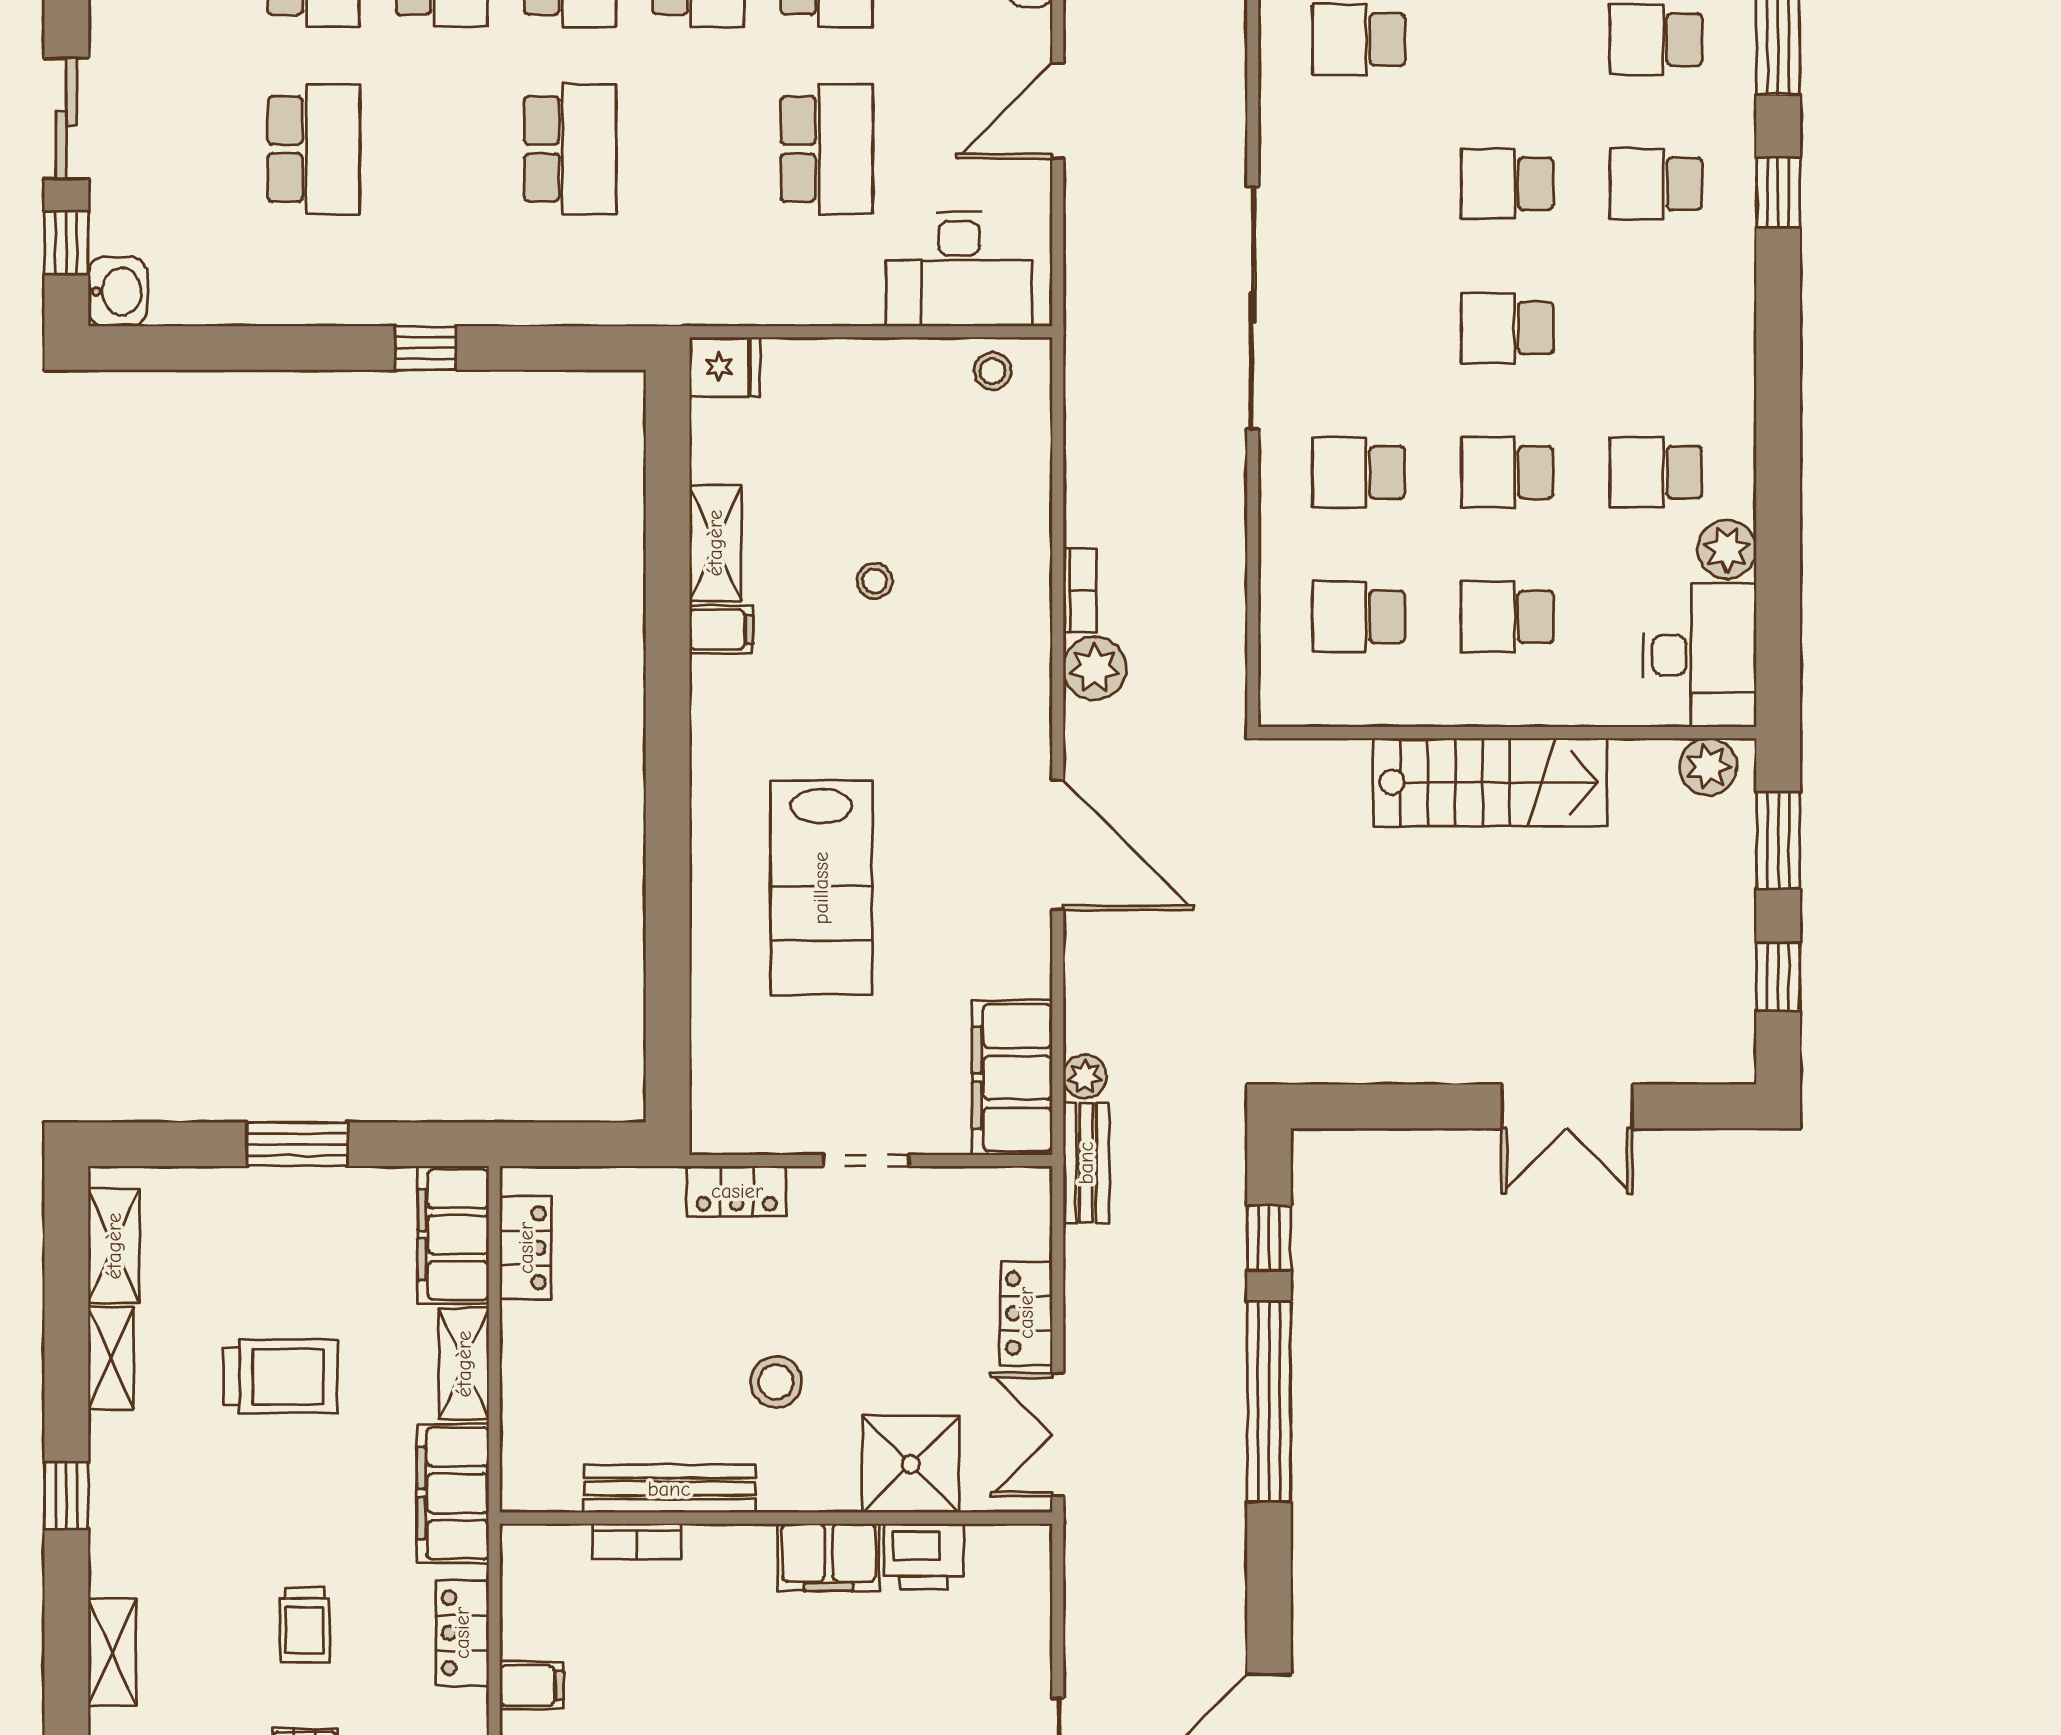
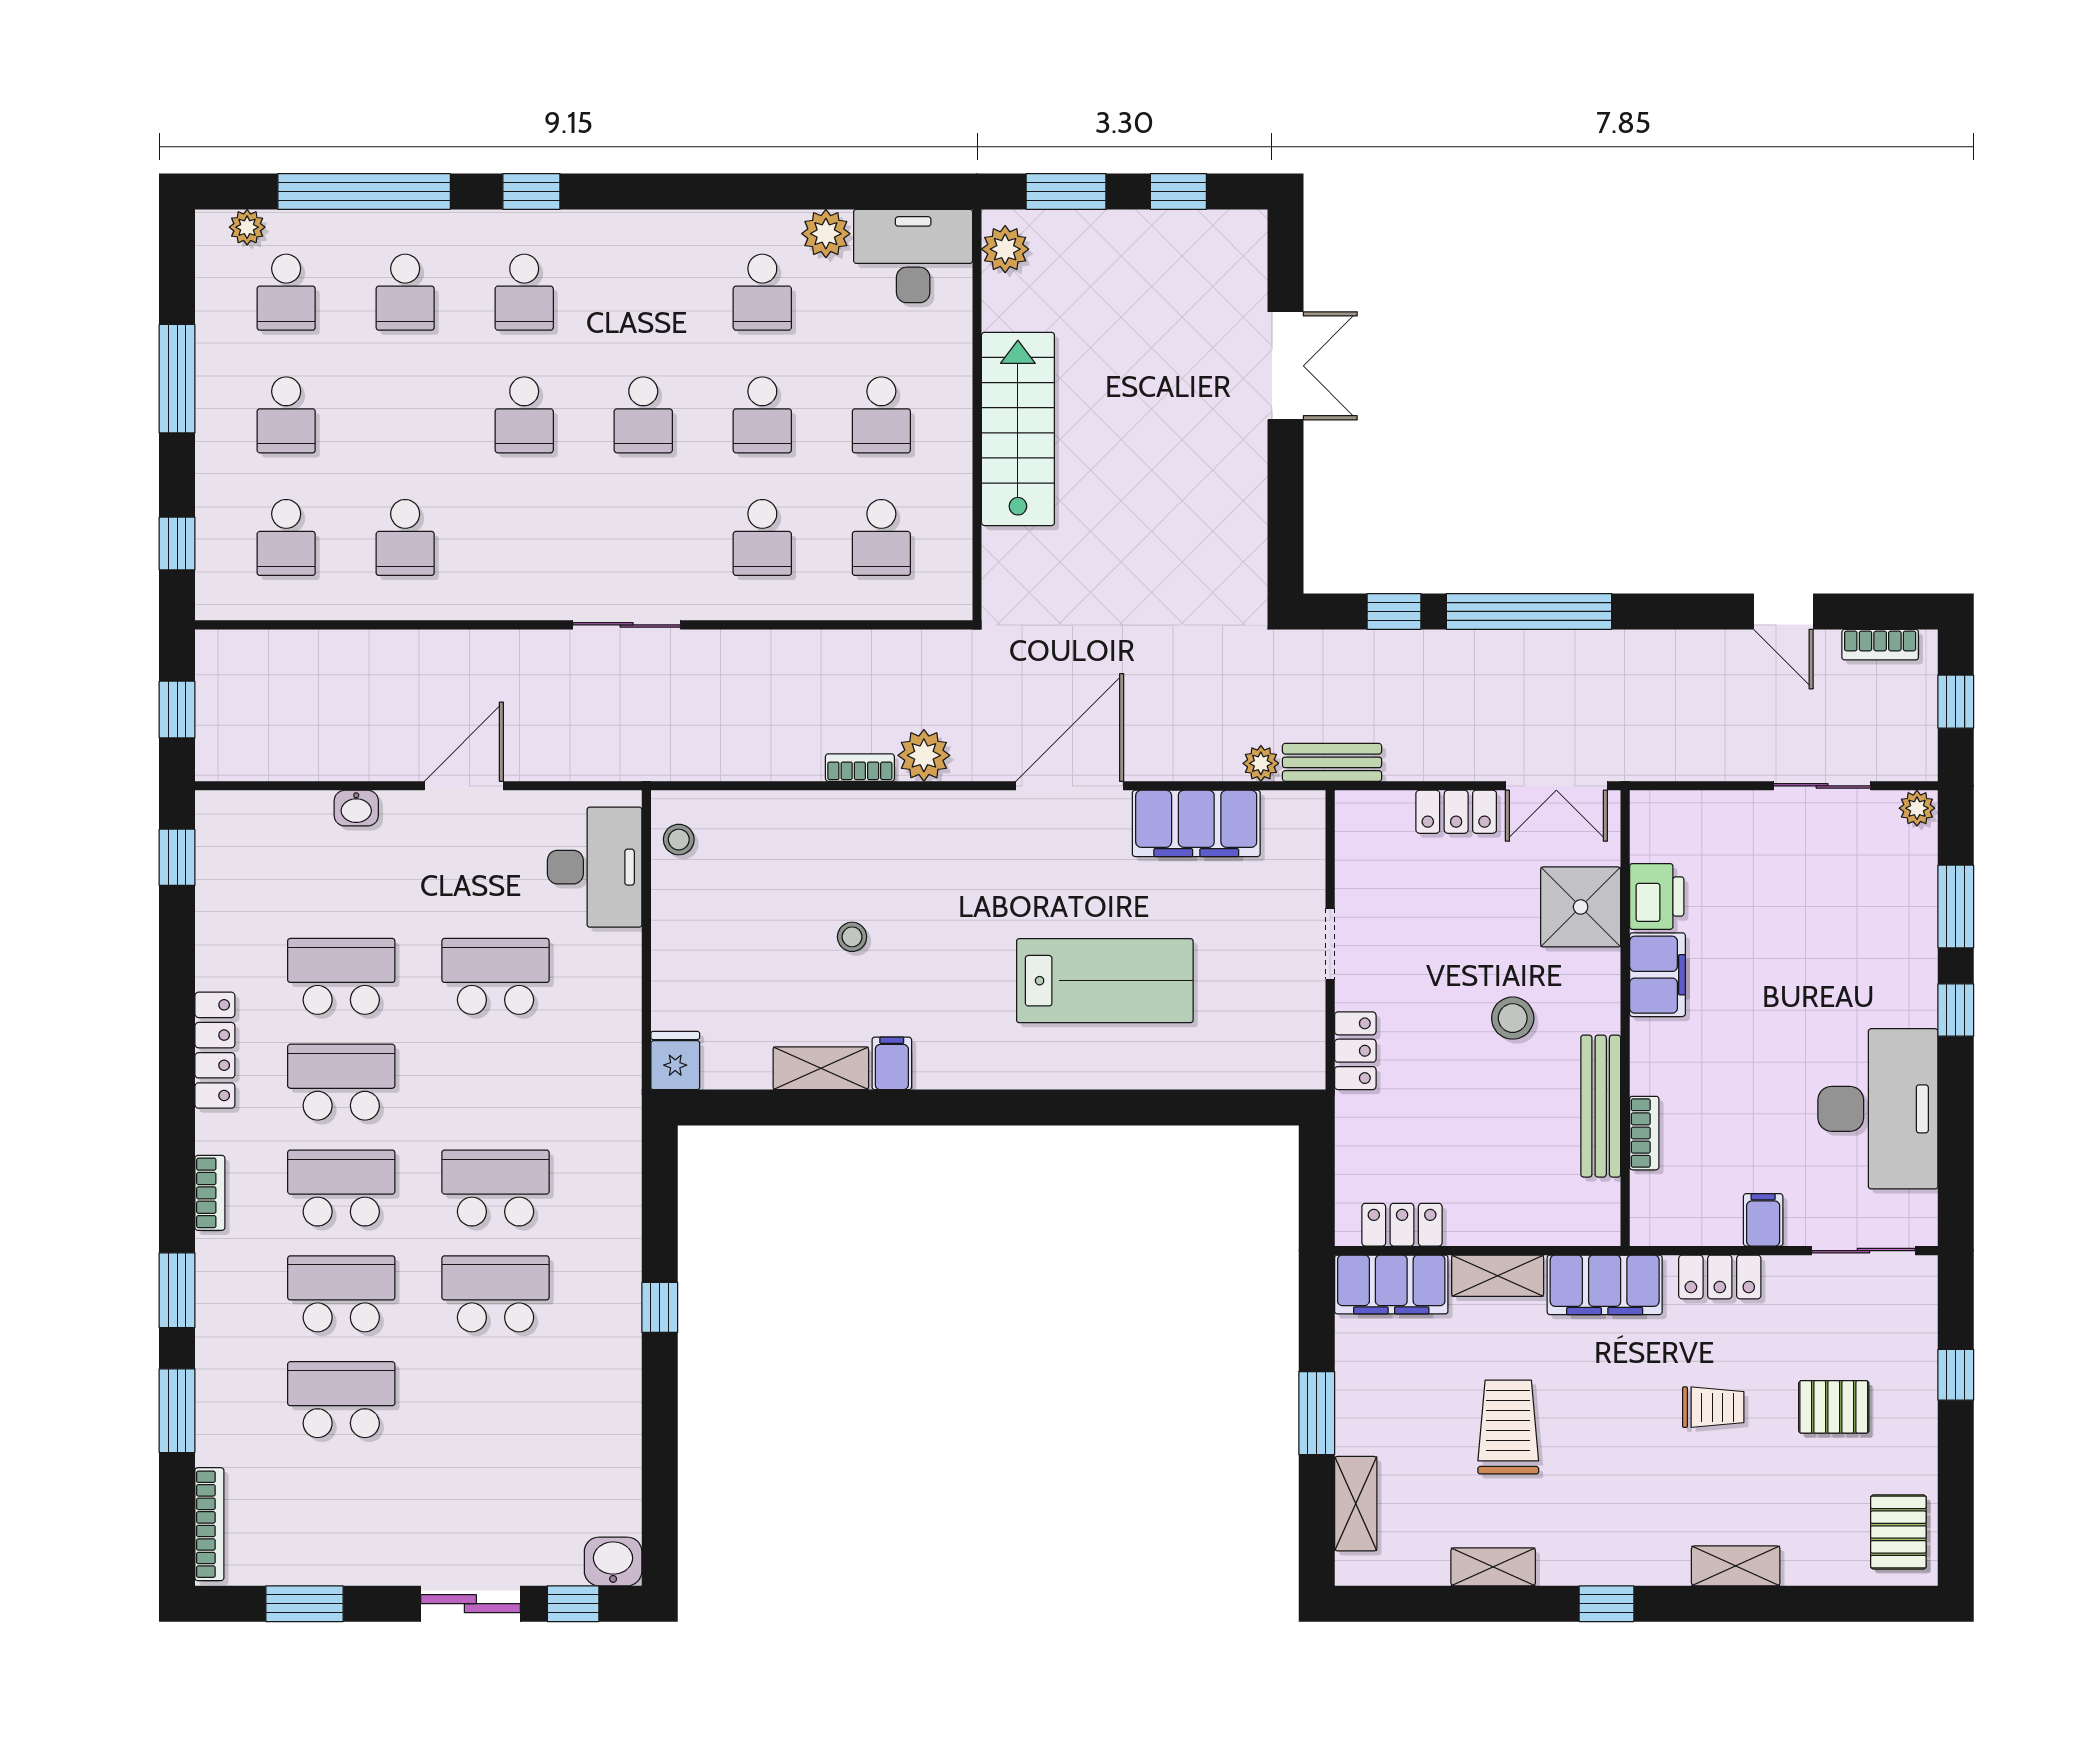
door: (1058, 111) -> (464, 786), swing flipped
school desk: (314, 149) -> (496, 1294), moved
sliding door: (1253, 308) -> (627, 625), width x0.54
filing cabinet: (1012, 1078) -> (1196, 823), moved
shelving: (114, 1246) -> (1356, 1504), moved, turned 90

